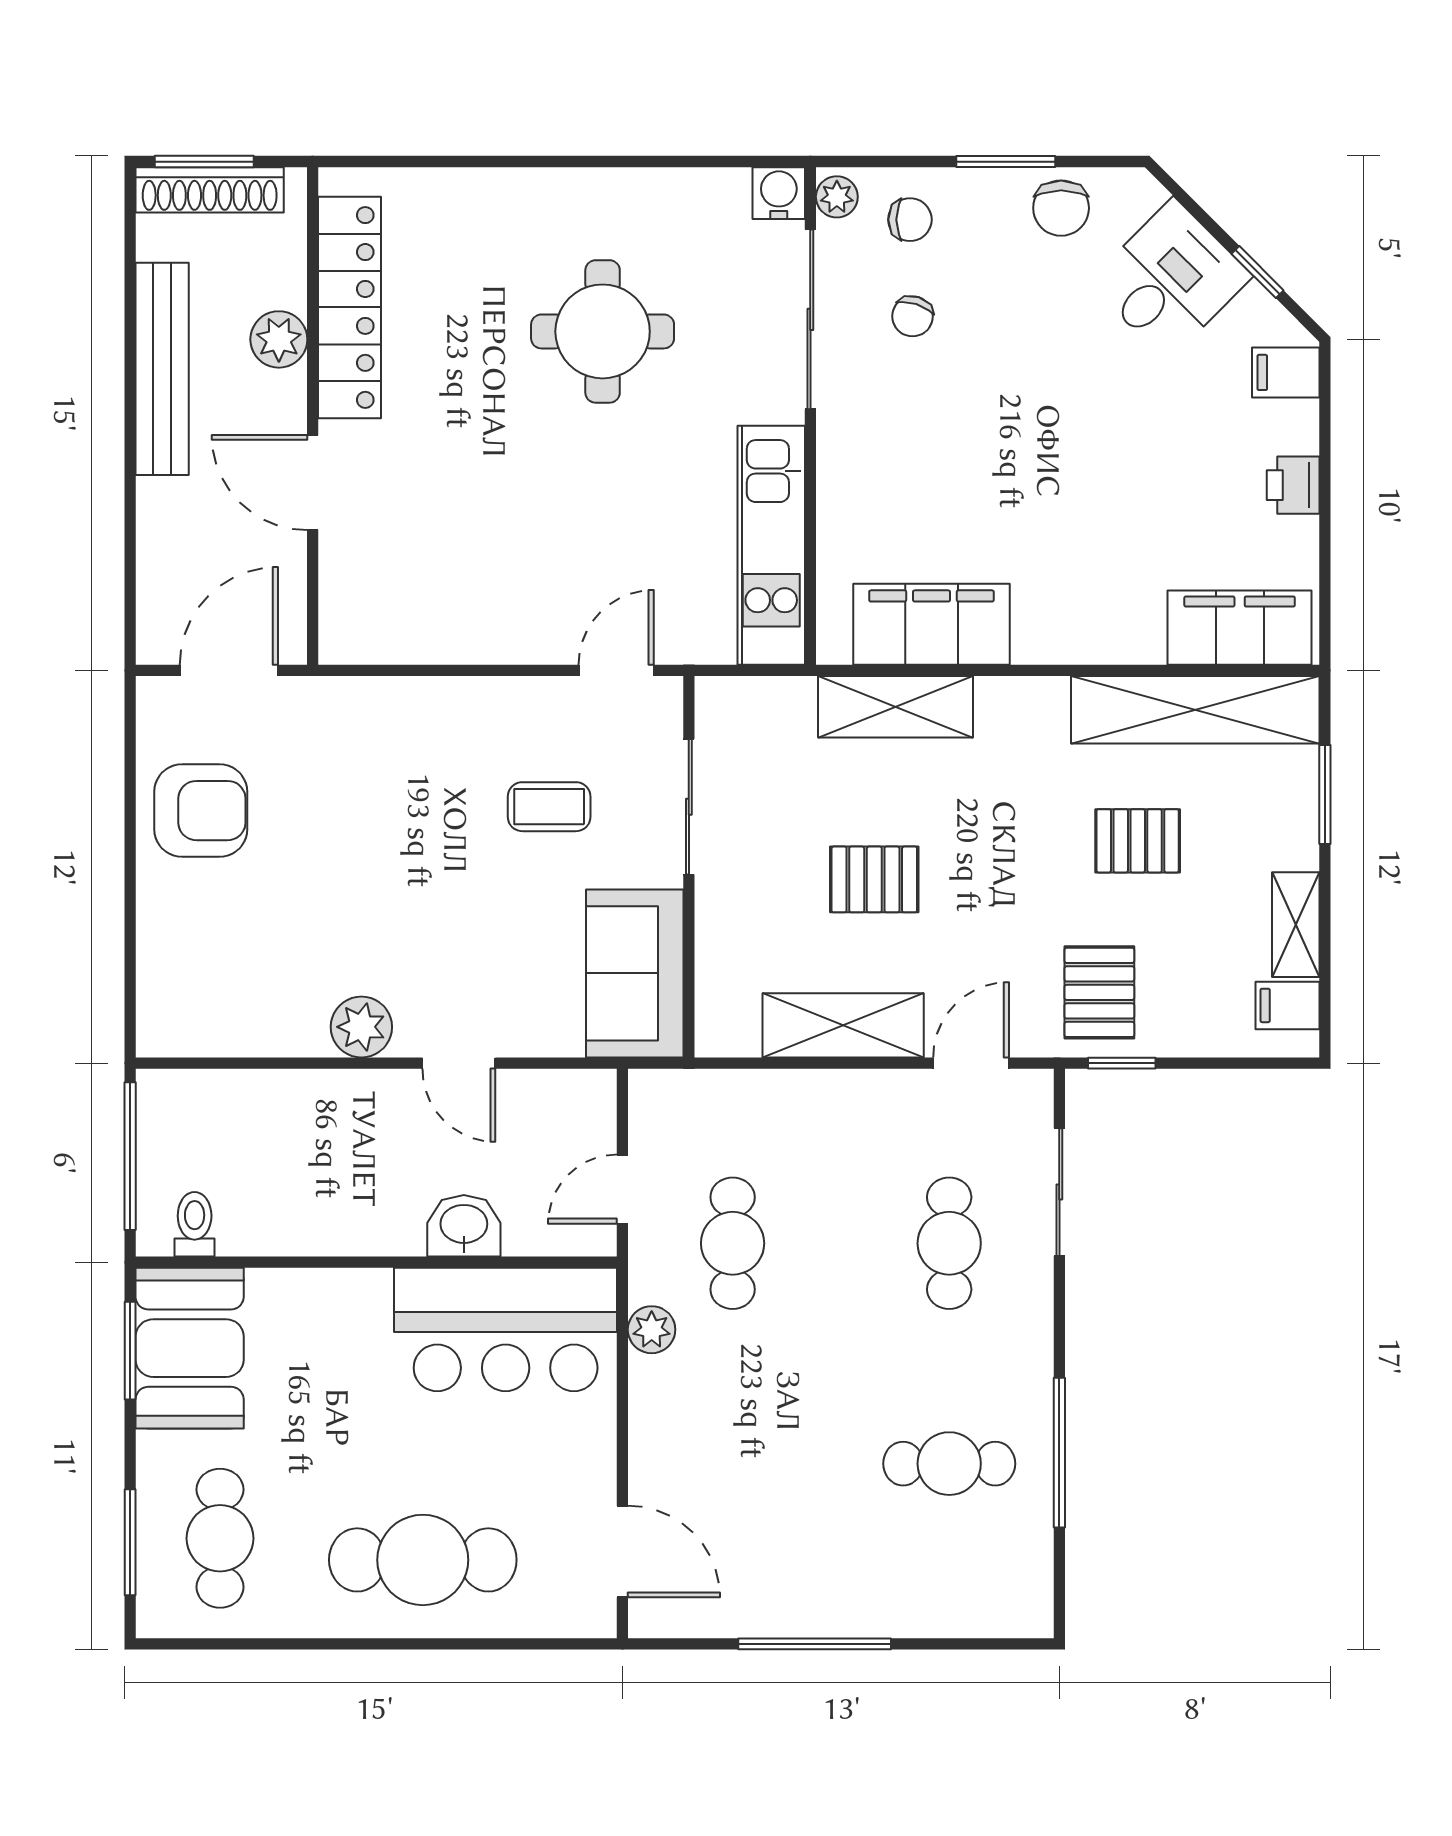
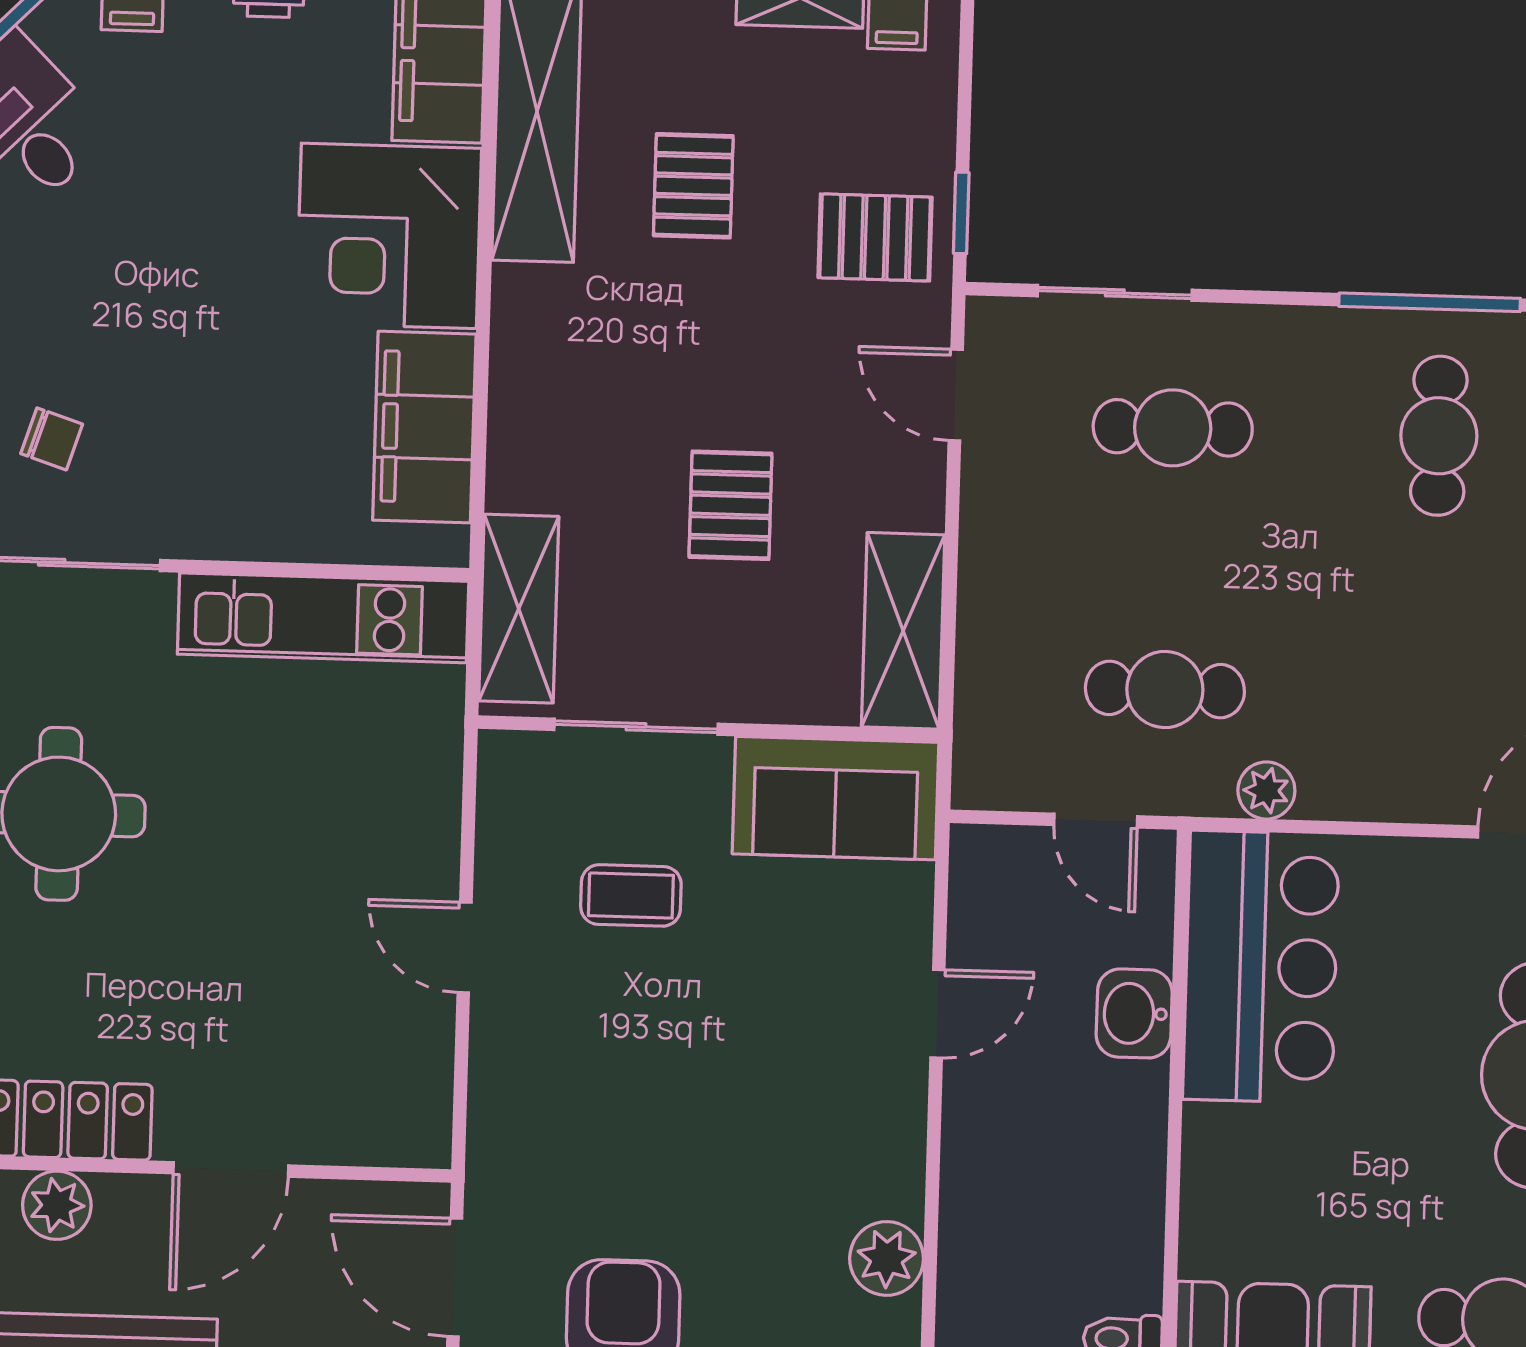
corner desk: (1089, 590) -> (389, 236), added
door: (616, 670) -> (465, 947), moved
shelving: (896, 707) -> (519, 609), moved
coffee table: (549, 807) -> (631, 895), turned 90
shelving: (843, 1025) -> (903, 631), moved
plant: (361, 1027) -> (887, 1258), moved

